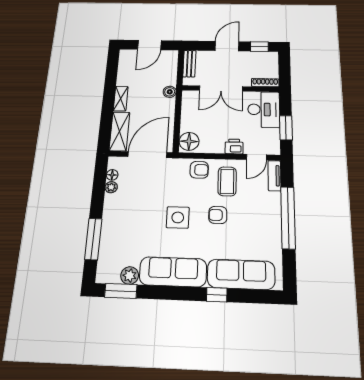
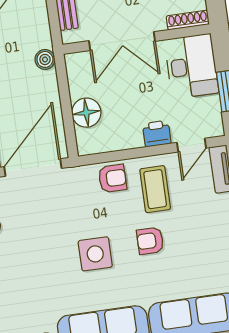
floor lamp: (189, 141) -> (86, 113), moved

